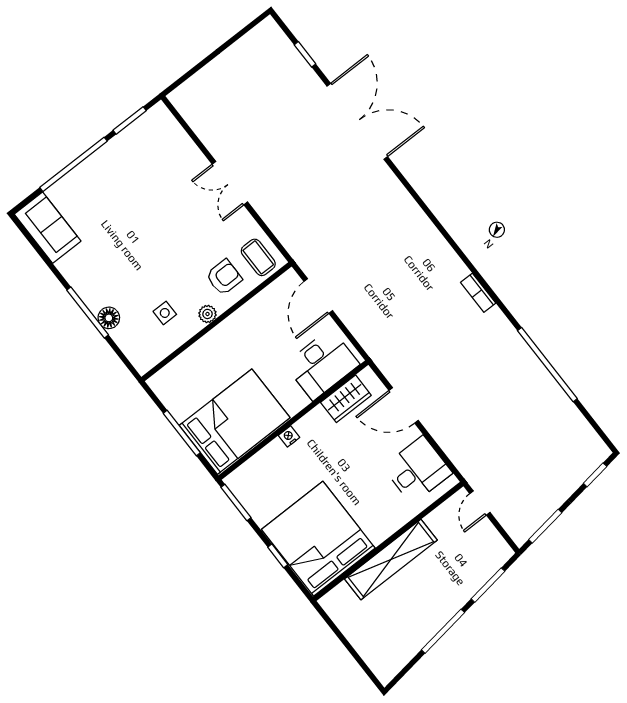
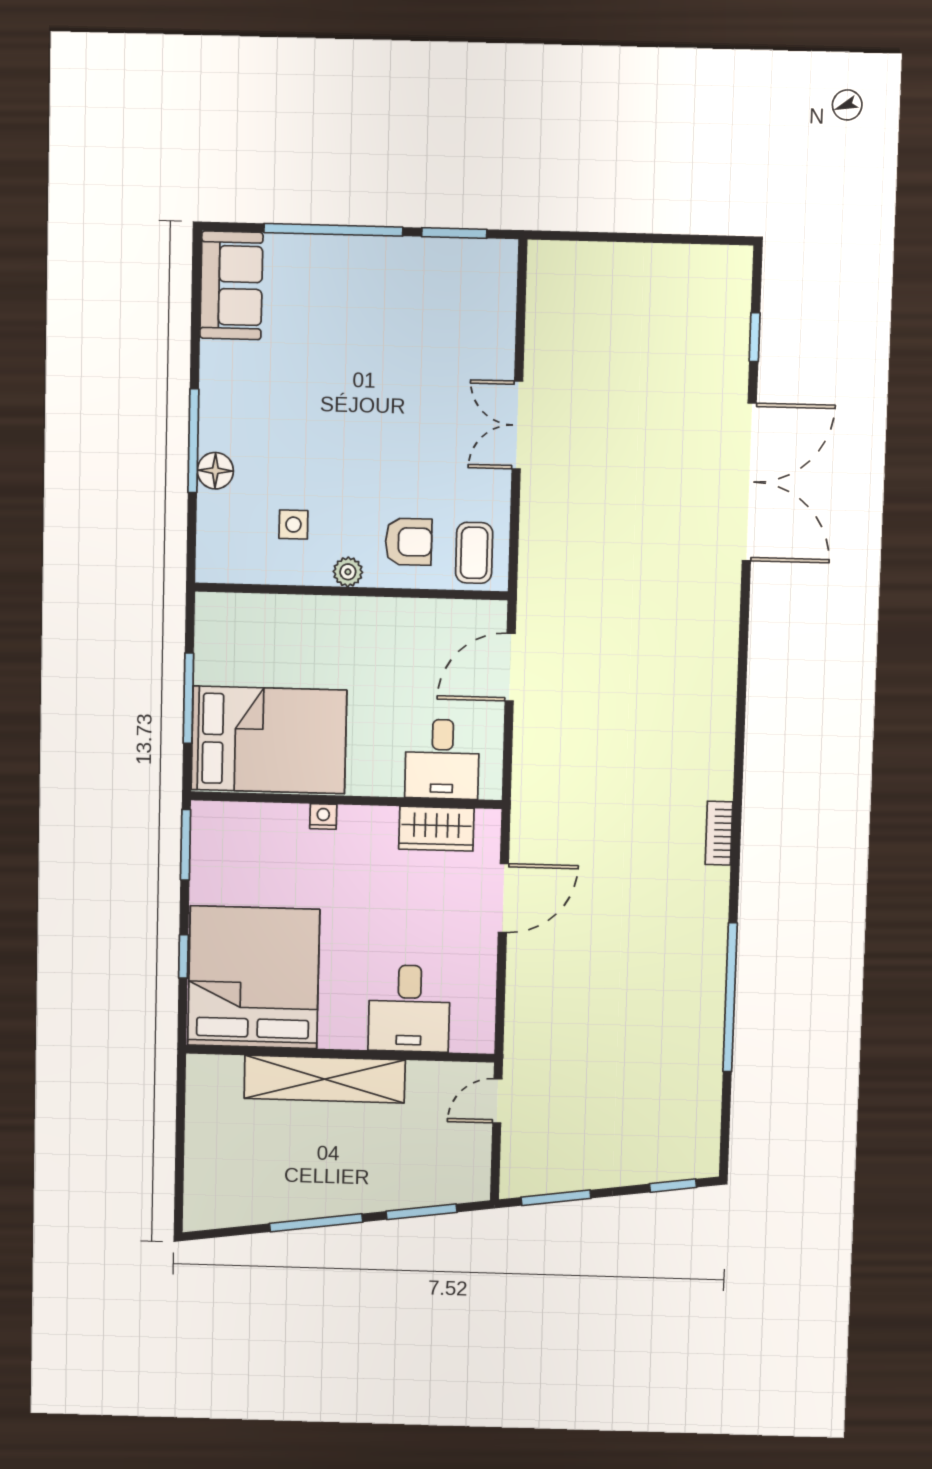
desk: (322, 364) -> (442, 759), width x0.73
door: (404, 405) -> (503, 898), swing flipped
desk: (417, 470) -> (409, 1008), moved, turned 90

